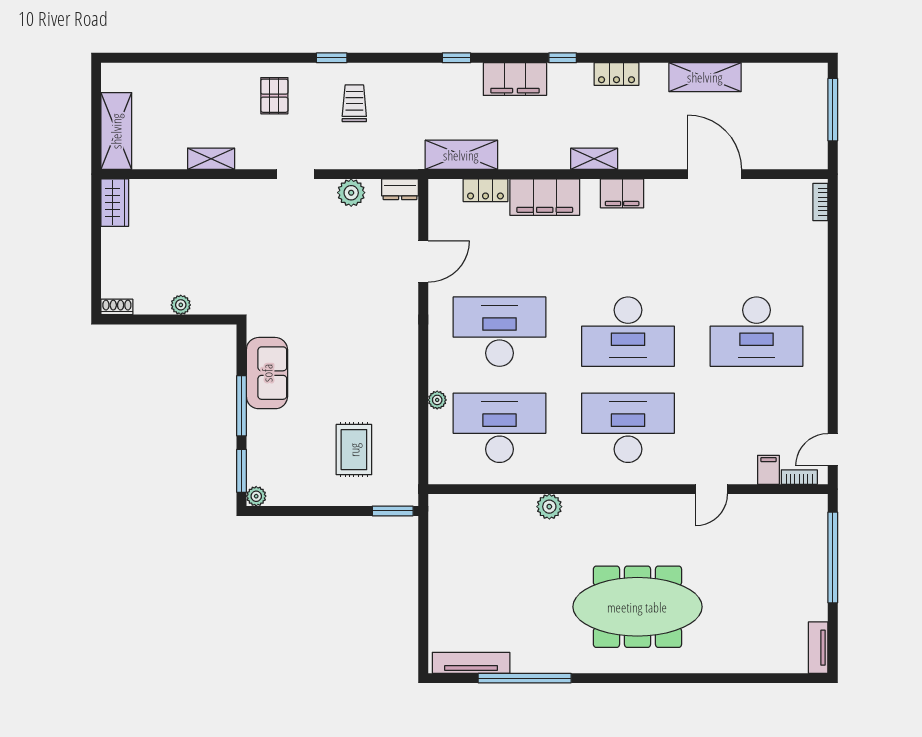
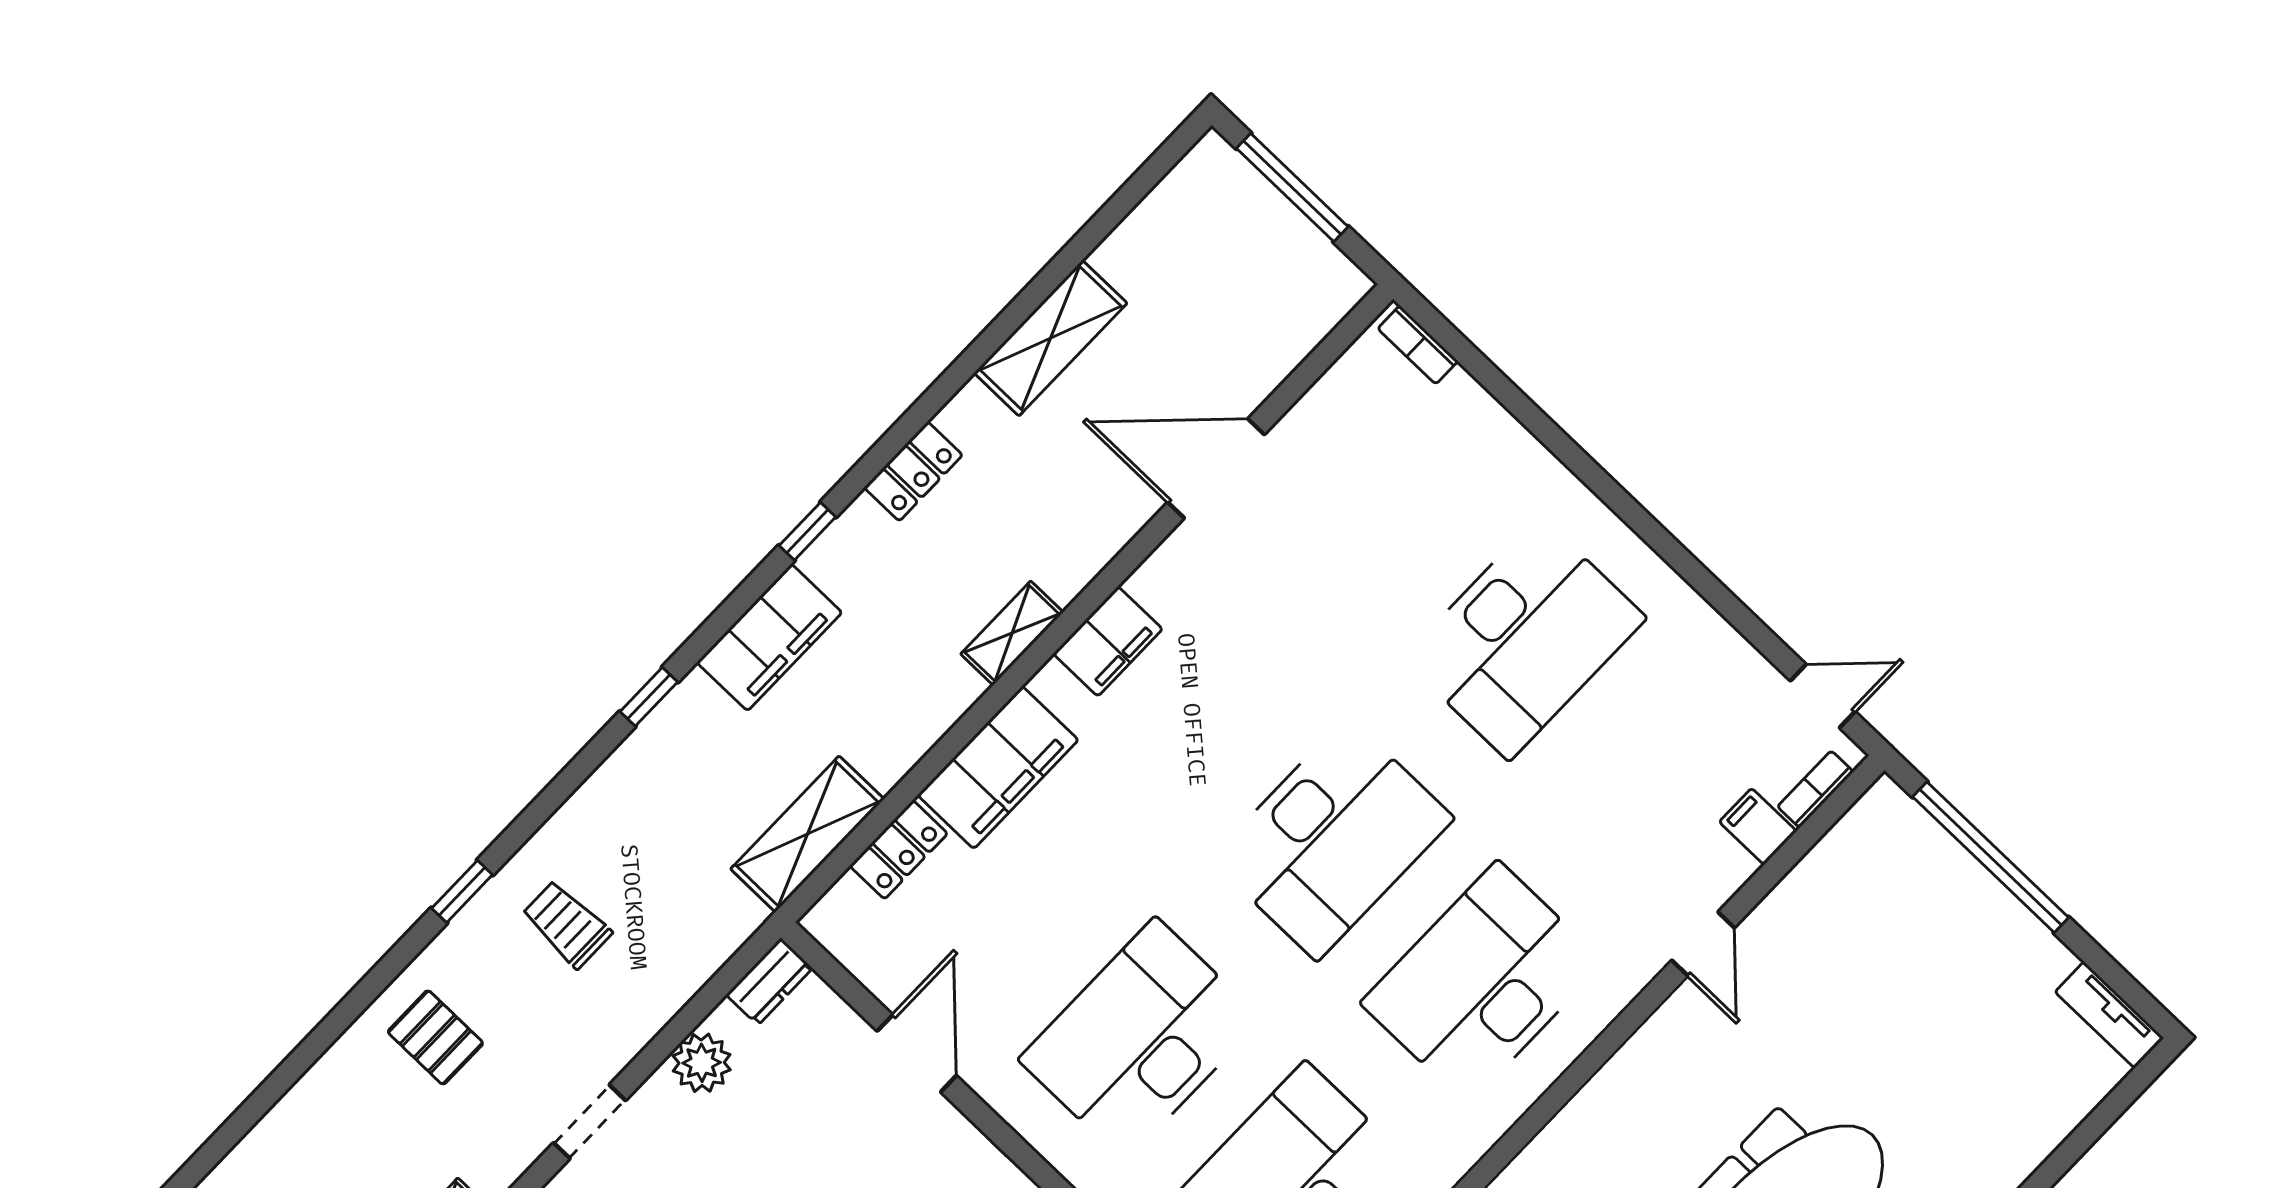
door: (833, 450) -> (1823, 696), swing flipped

